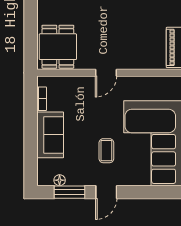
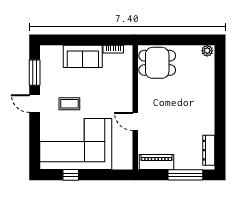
door: (106, 73) -> (135, 122), moved
floor lamp: (60, 180) -> (45, 64), removed

